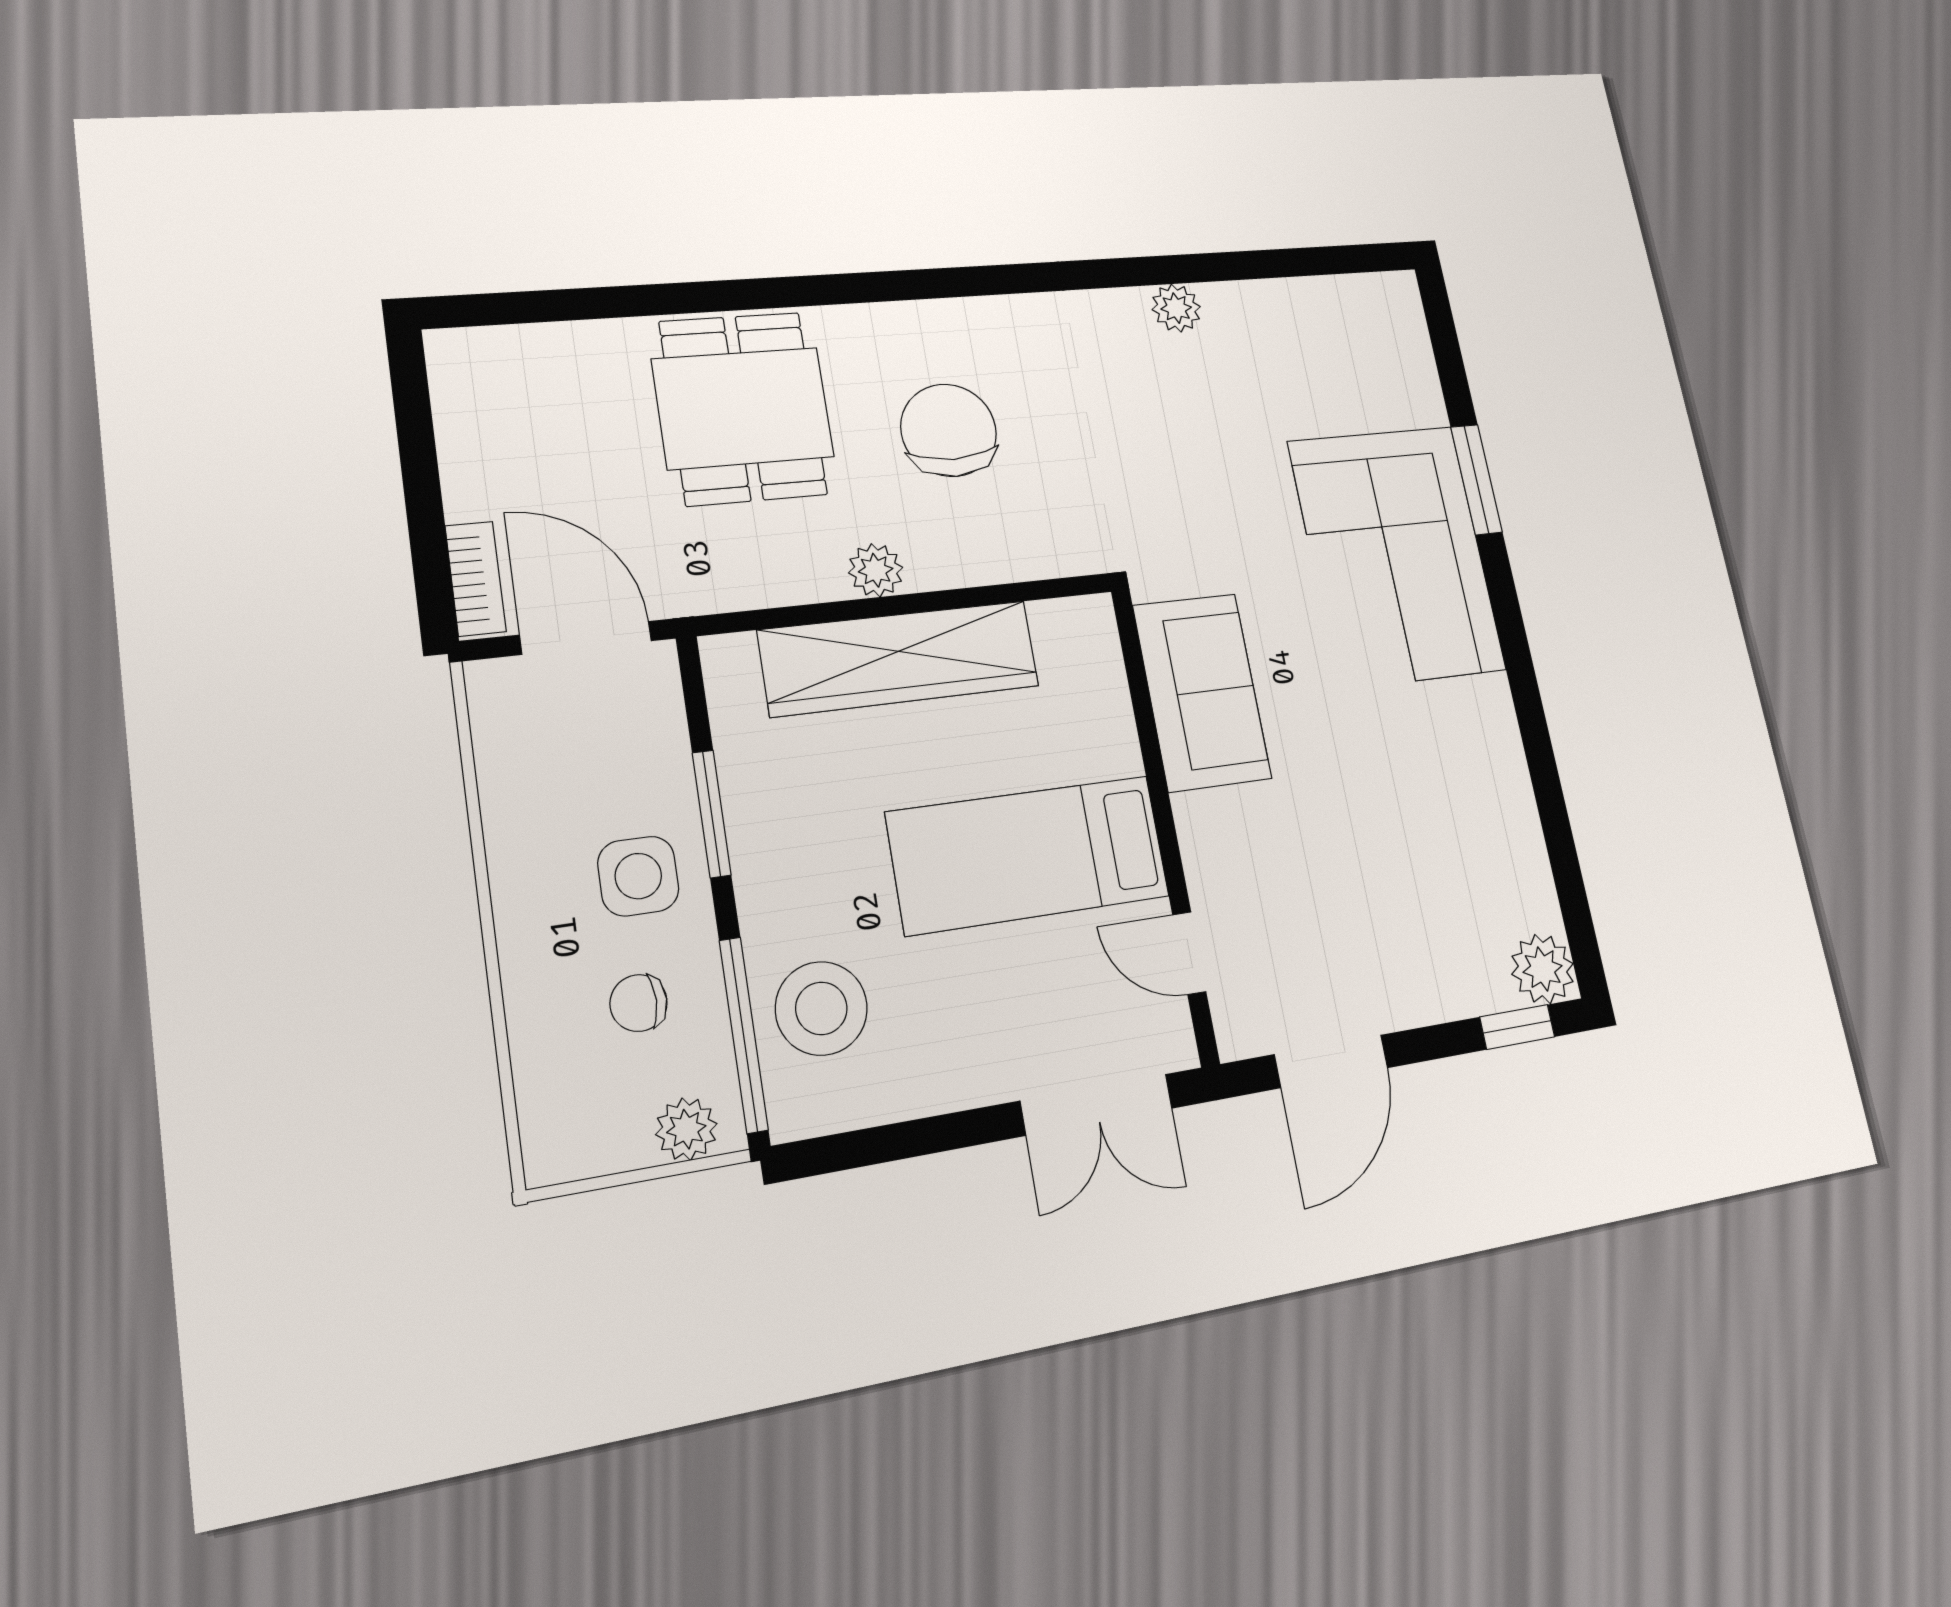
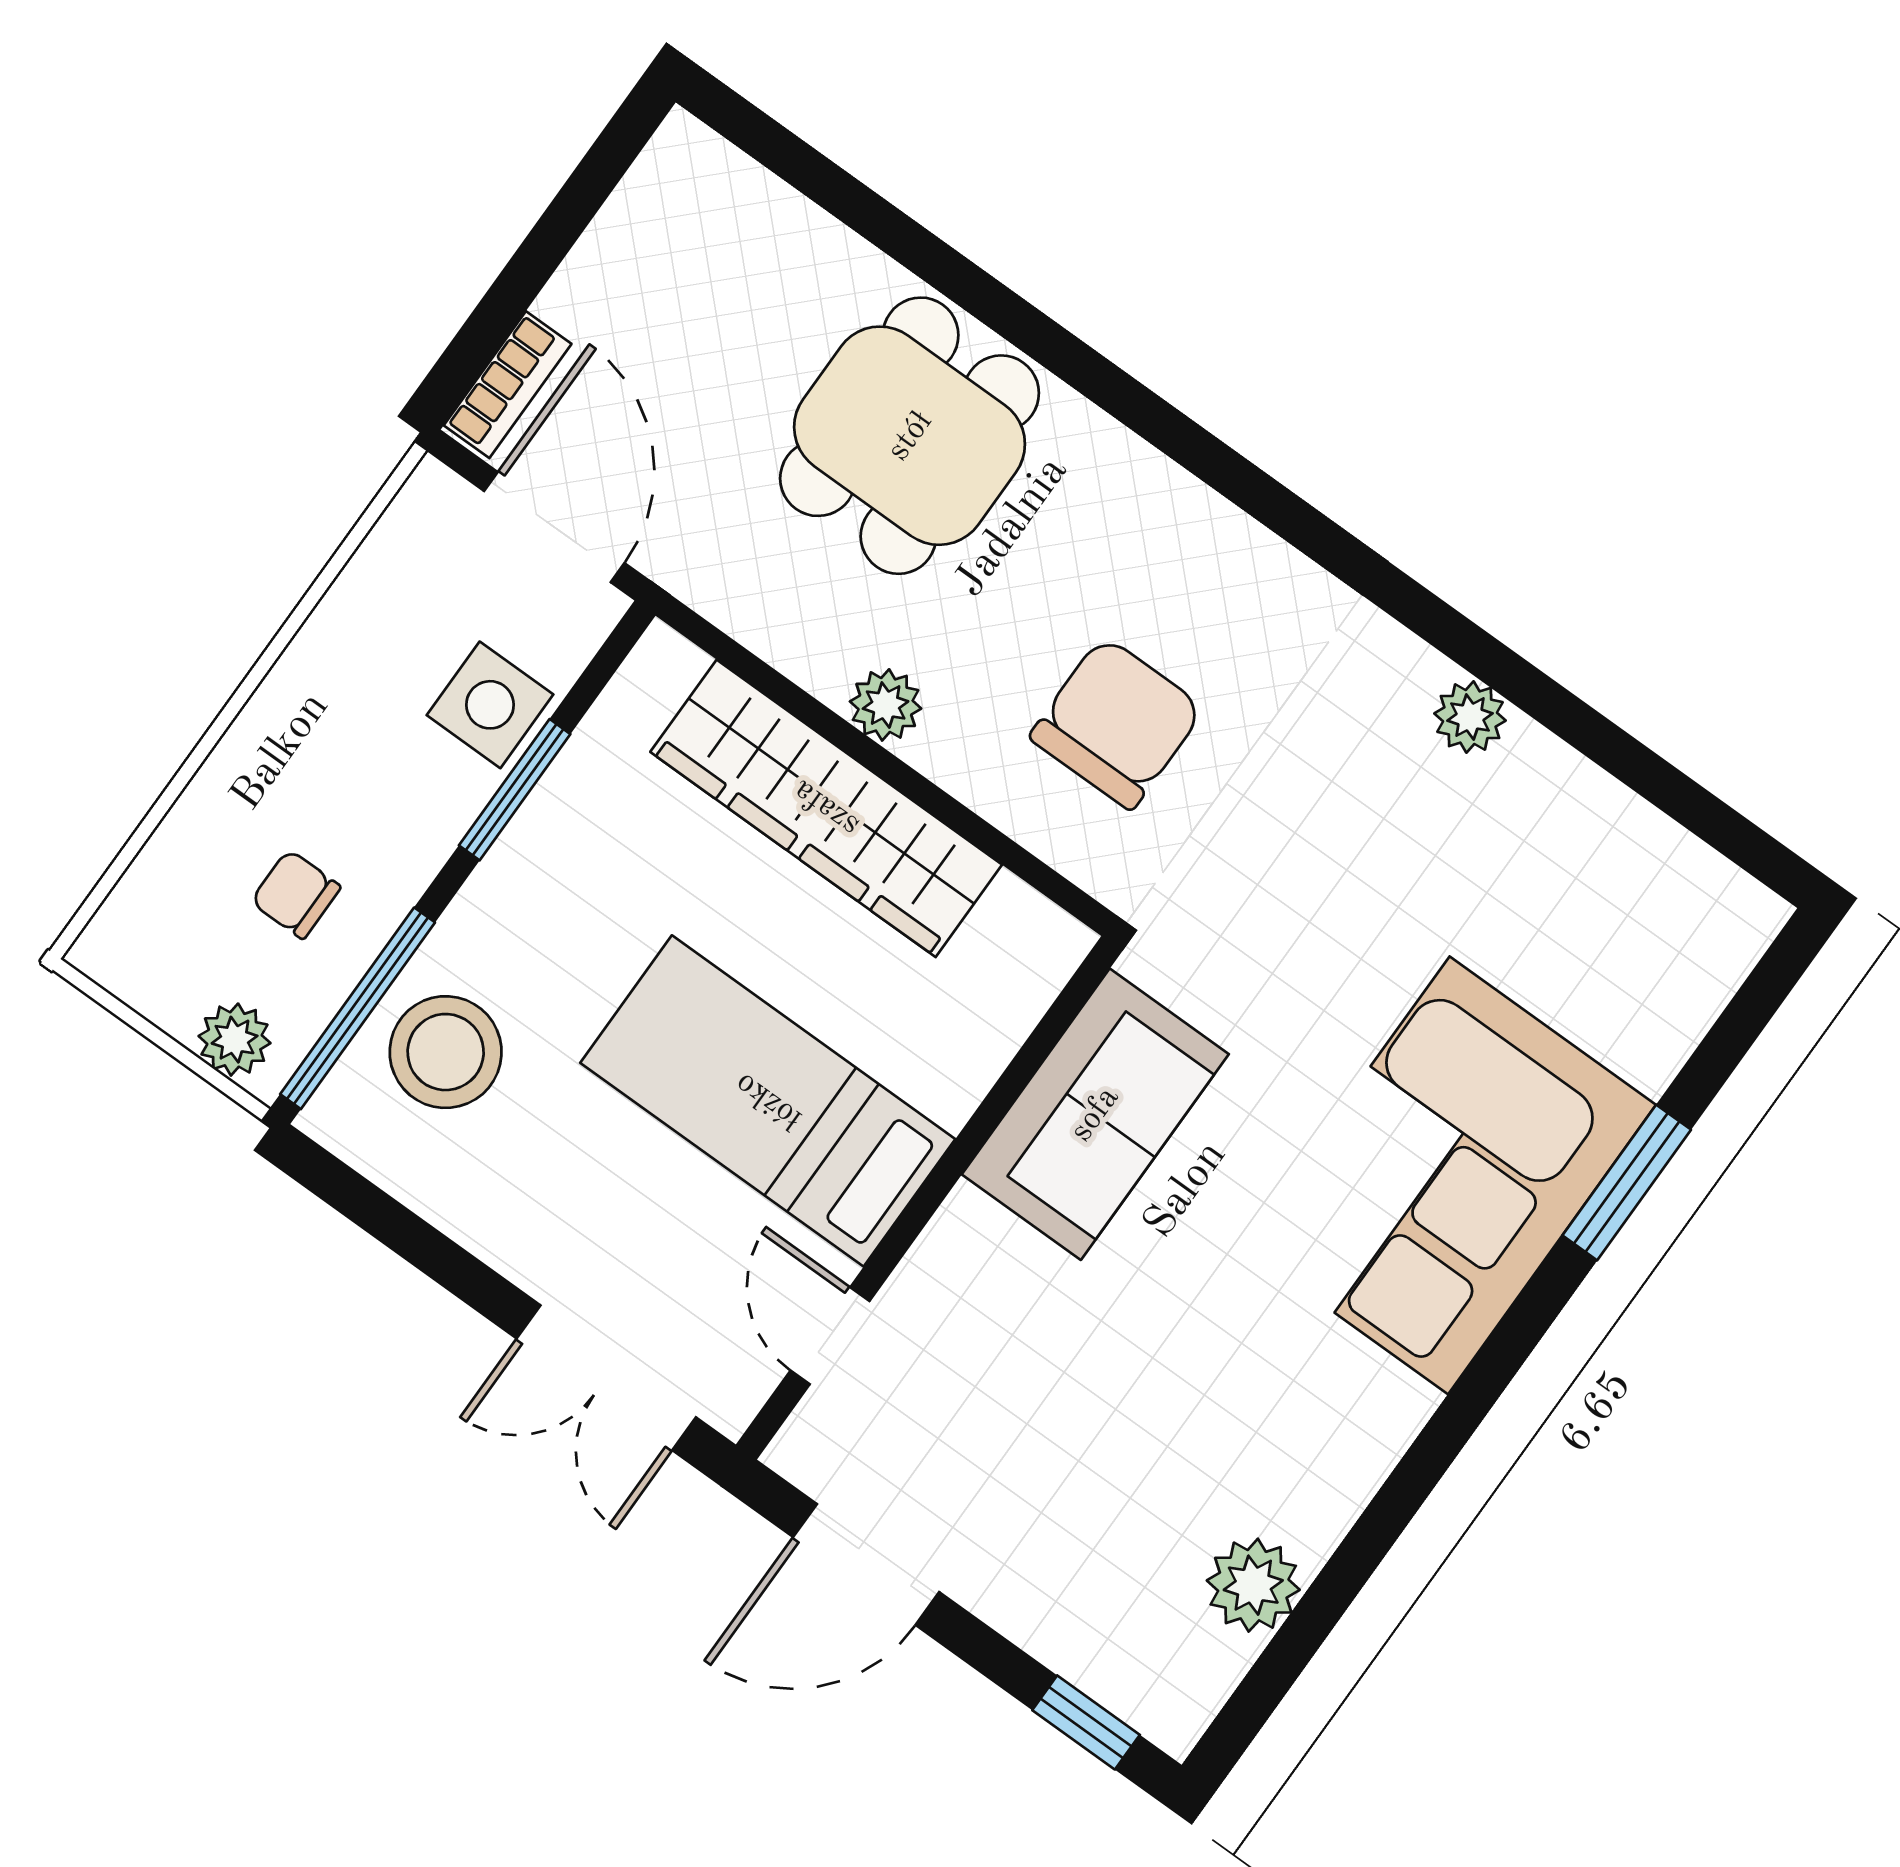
chair: (949, 430) -> (1117, 723), moved
side table: (638, 876) -> (490, 705), moved
plant: (1543, 969) -> (1253, 1585), moved

